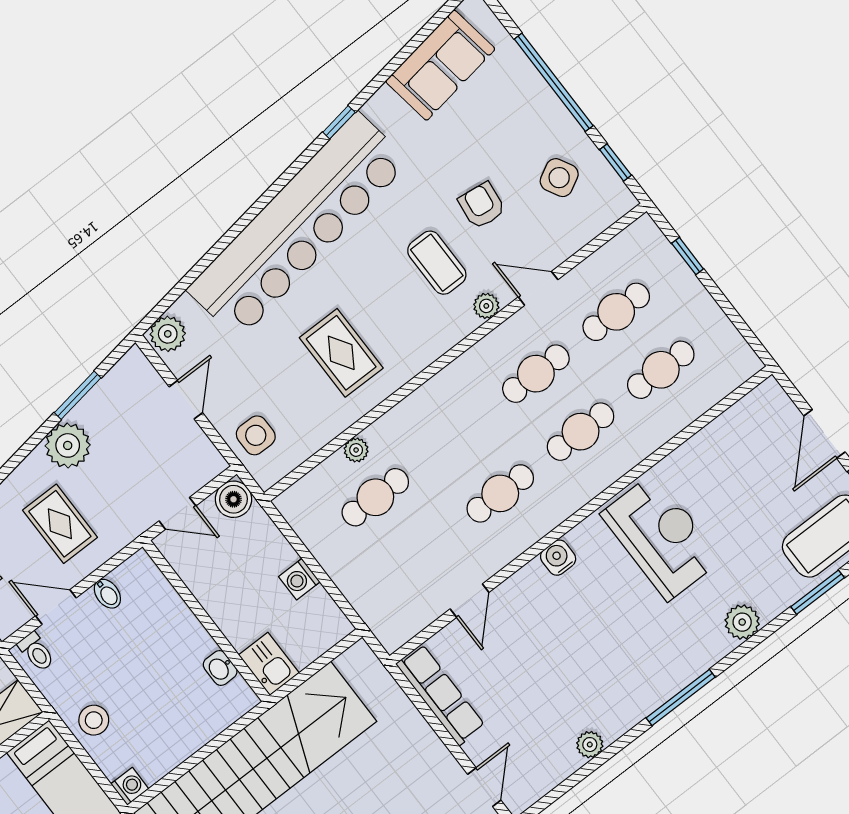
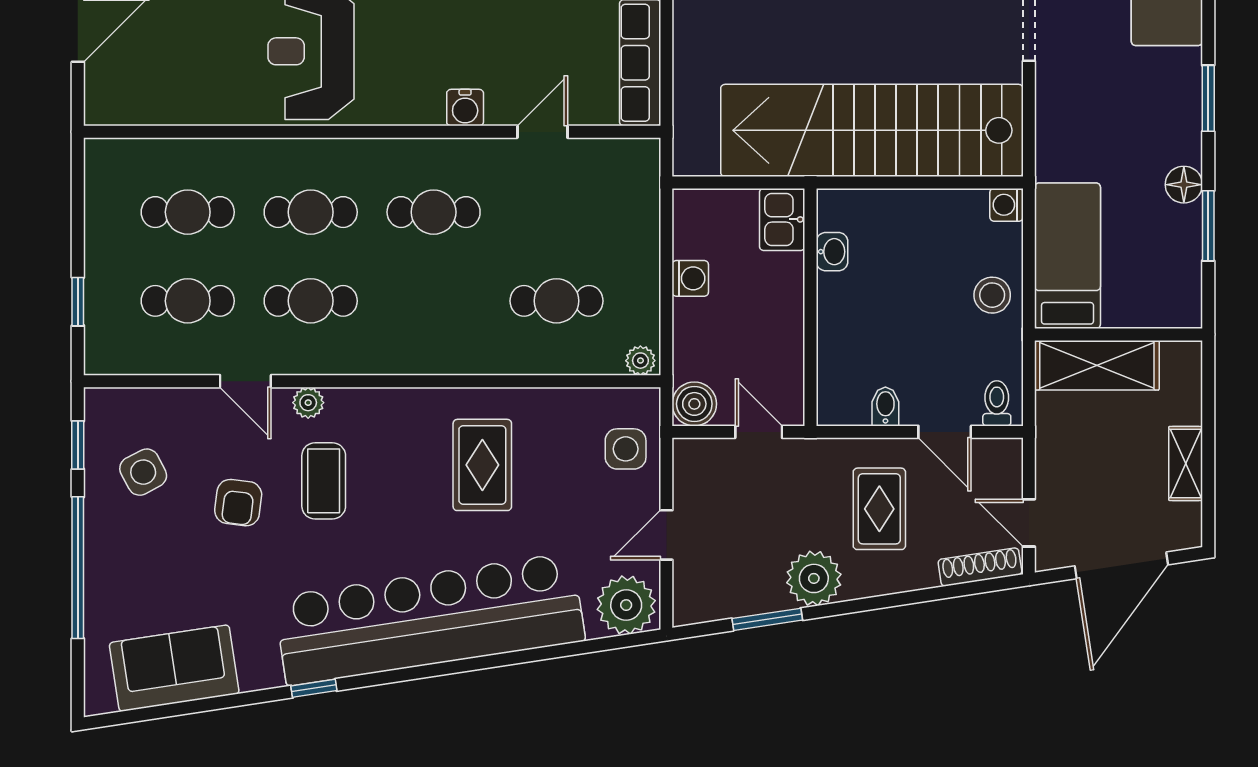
plant: (168, 334) -> (626, 605), width x1.36, depth x1.36
plant: (356, 450) -> (640, 361), moved
water cooler: (558, 558) -> (465, 108), moved

